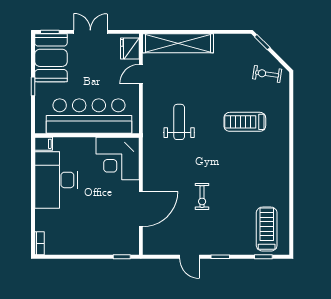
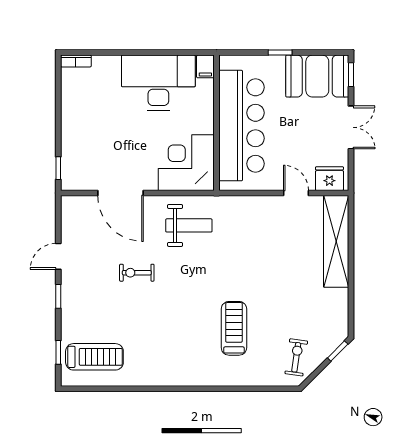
weight bench: (179, 122) -> (189, 225), moved

